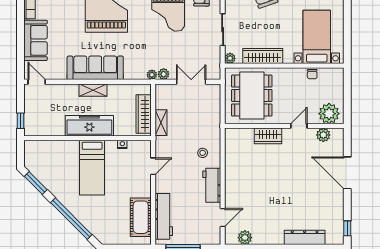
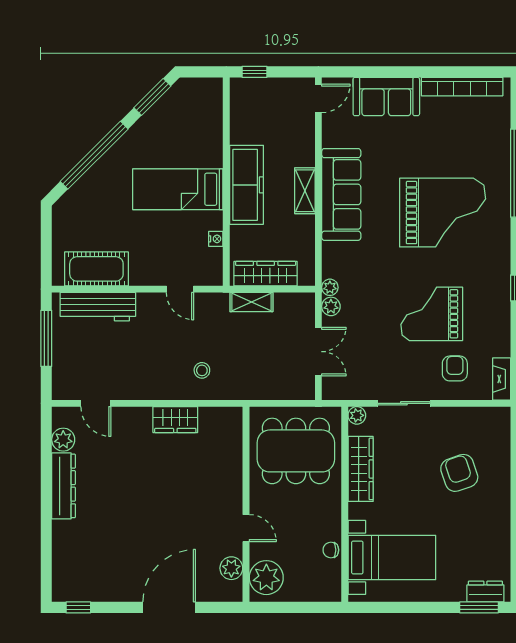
wardrobe: (268, 136) -> (175, 420), moved, turned -90
workbench: (212, 185) -> (149, 386), removed
dresser: (305, 237) -> (64, 486), moved

